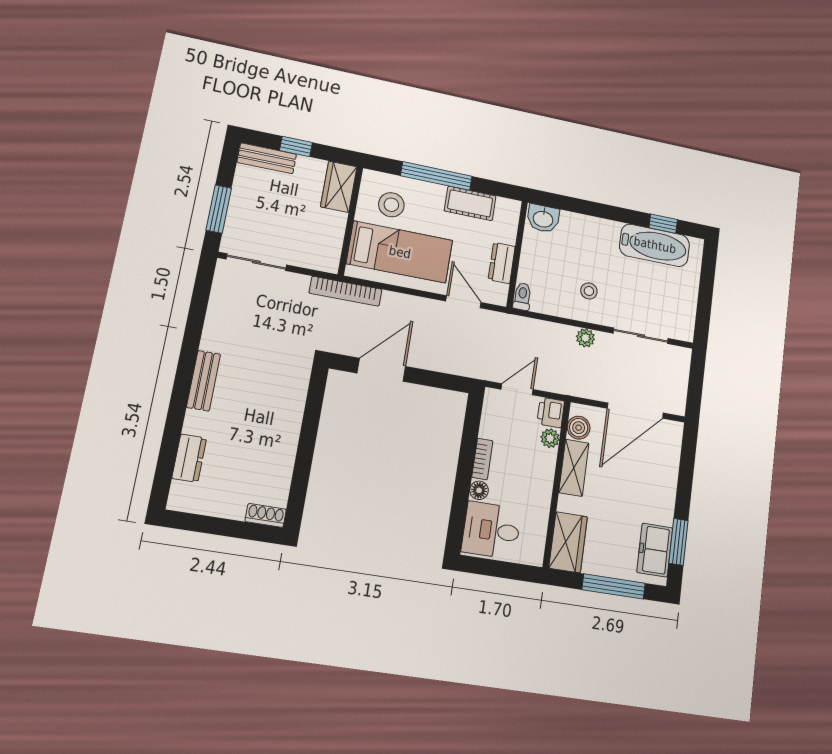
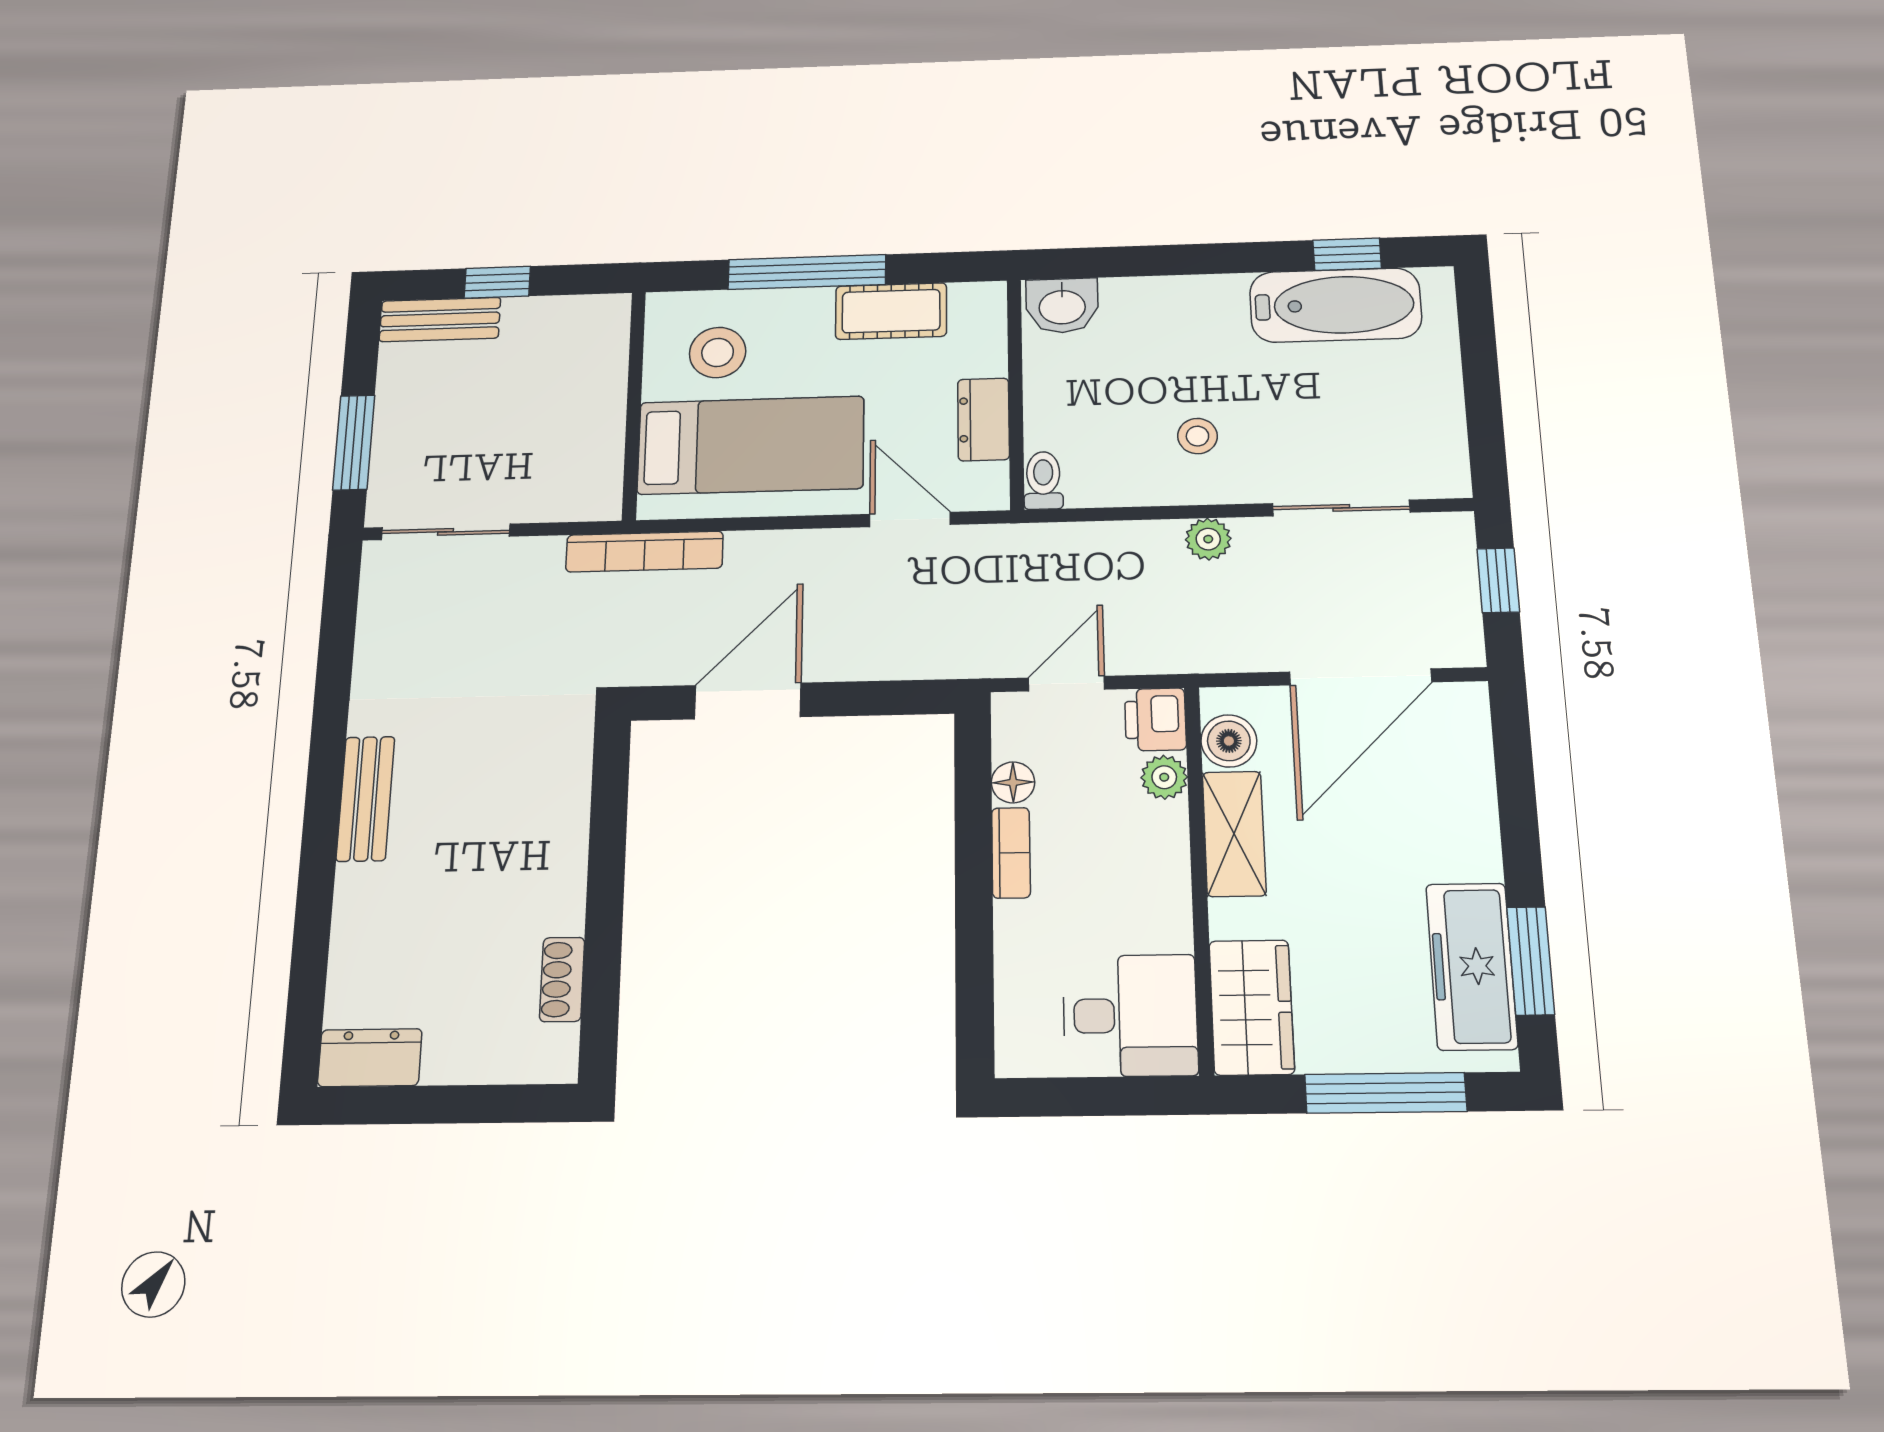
wardrobe: (339, 187) -> (599, 342), removed
window: (696, 380) -> (1498, 580), added
dresser: (189, 458) -> (370, 1058), moved, turned -90
floor lamp: (479, 490) -> (1013, 782), moved
shoe rack: (266, 515) -> (562, 979), moved, turned -90
desk: (491, 530) -> (1130, 1016), moved, turned 180
freezer: (655, 550) -> (1472, 966), width x1.40

